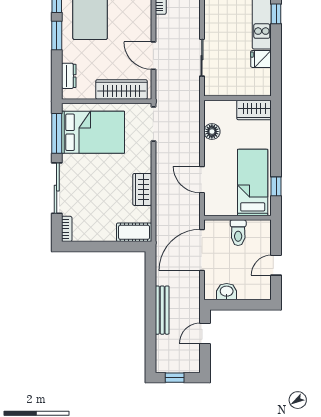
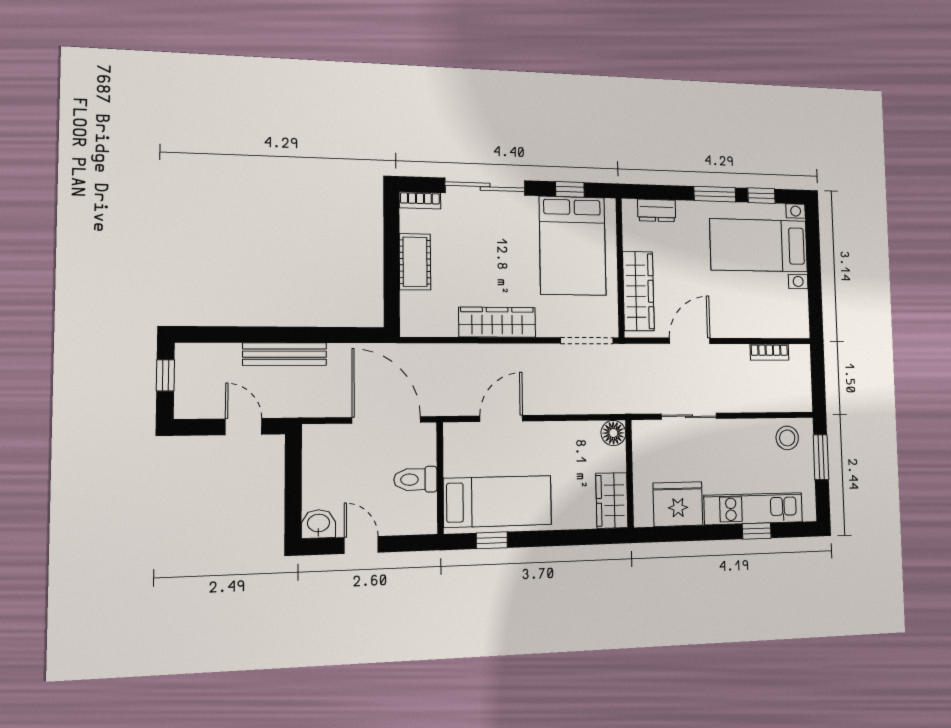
fridge: (261, 59) -> (678, 504), width x1.88, depth x1.34
floor lamp: (212, 132) -> (613, 433), moved
window: (57, 133) -> (570, 189), width x0.46
wardrobe: (142, 189) -> (497, 322), width x1.50
cot: (134, 232) -> (415, 262), moved
washbasin: (227, 292) -> (319, 524), moved, turned -90

